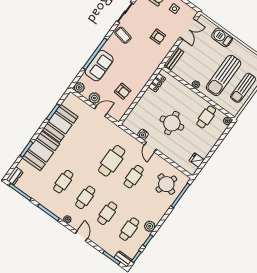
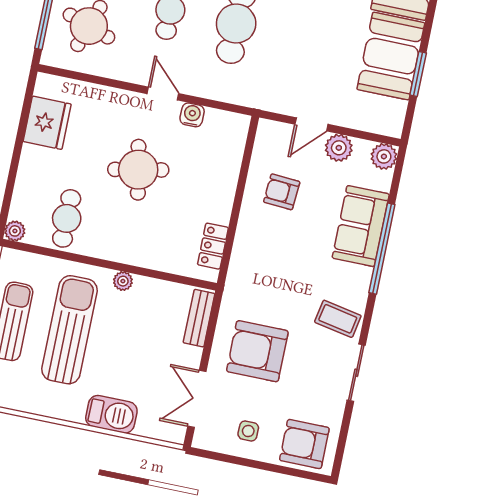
armchair: (158, 37) -> (257, 351), width x1.88, depth x1.88
fridge: (197, 160) -> (47, 123), width x1.88, depth x1.34

